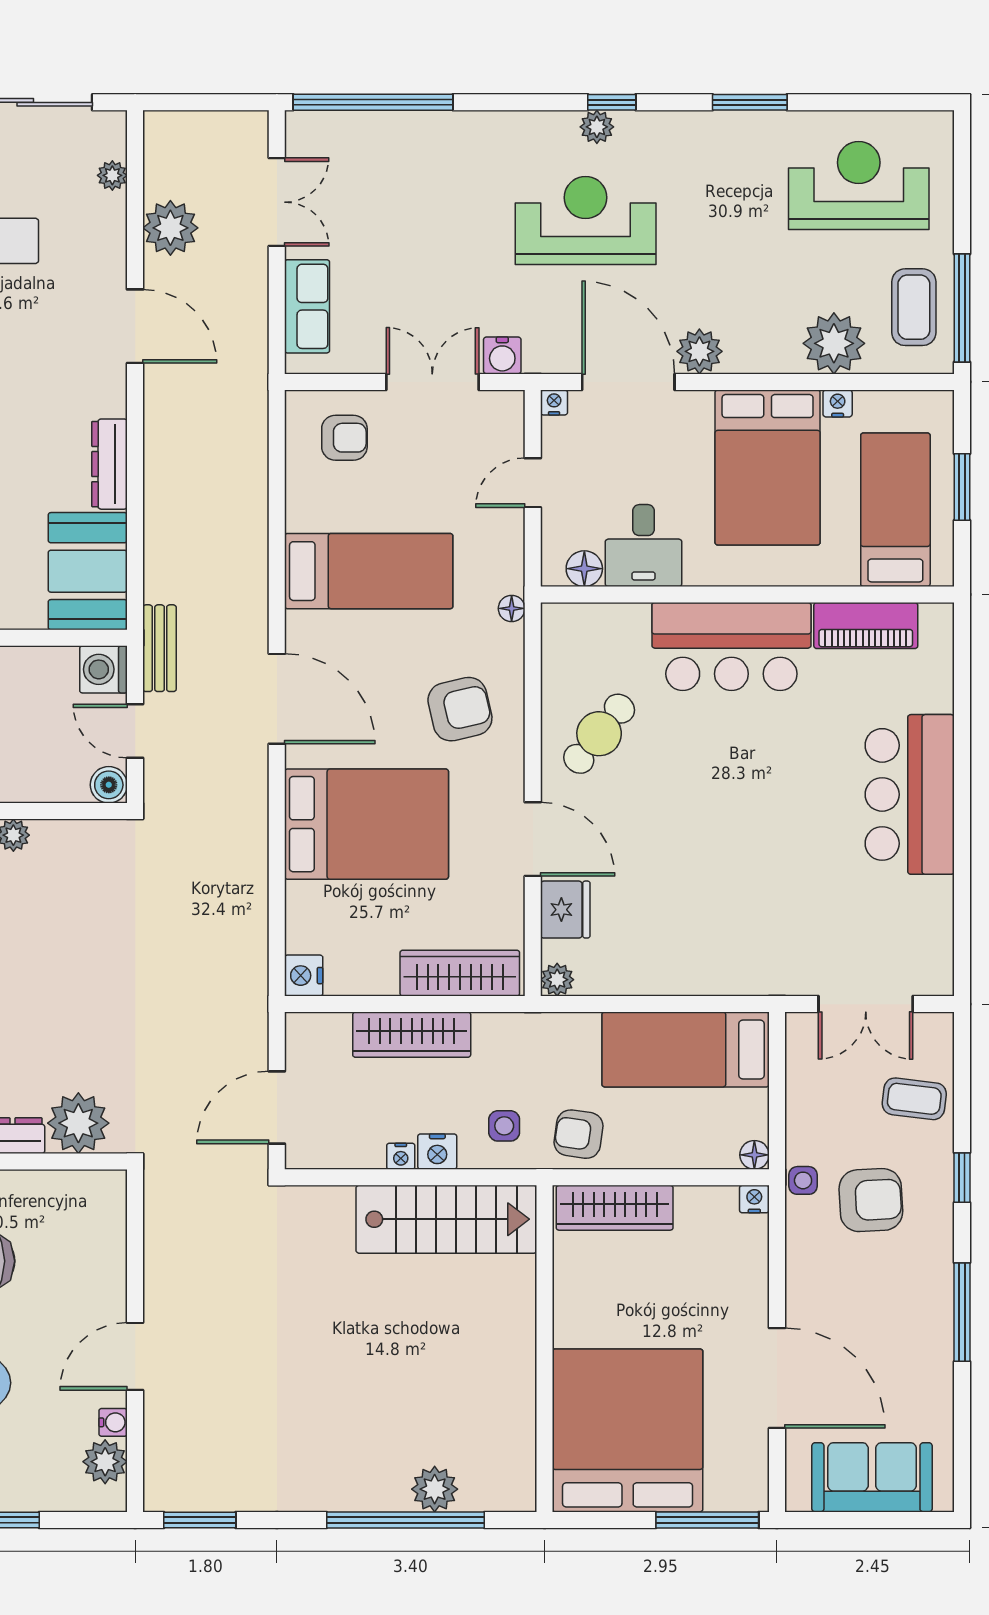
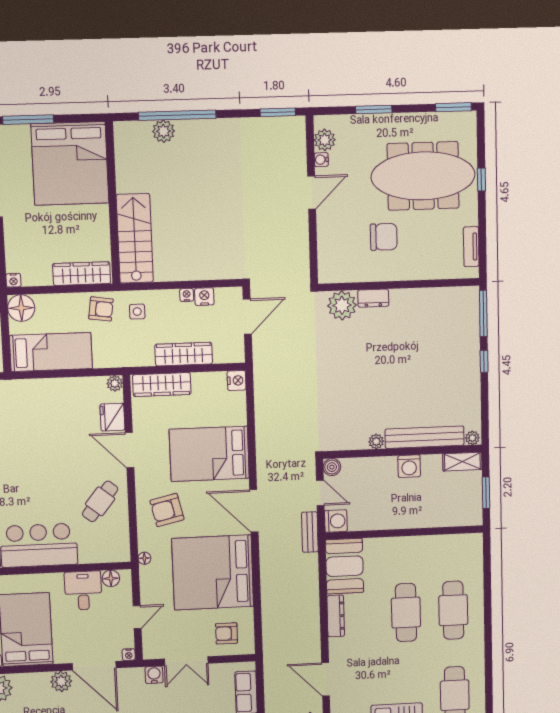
bed: (369, 571) -> (213, 572), width x2.04
nightstand: (437, 1152) -> (204, 297), moved
floor lamp: (754, 1155) -> (21, 308), width x1.89, depth x1.89
stairs: (446, 1219) -> (135, 238), moved, turned 90

